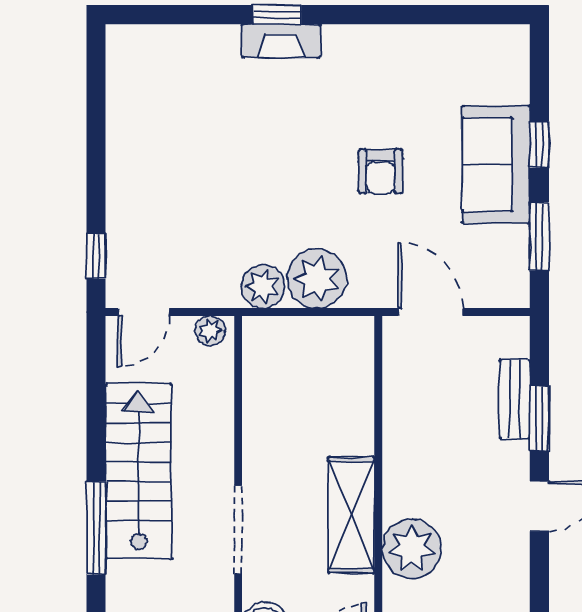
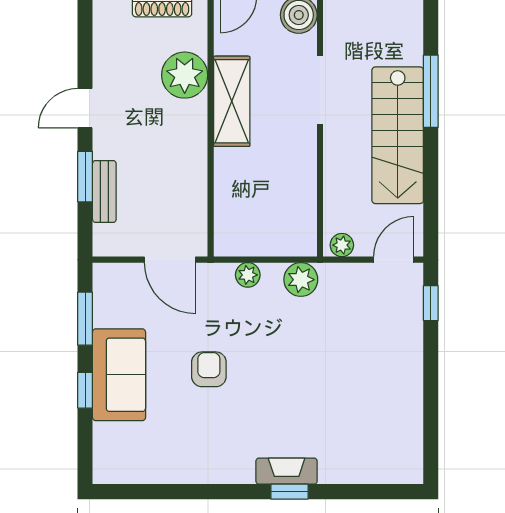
plant: (317, 279) -> (248, 275), width x0.53, depth x0.53

